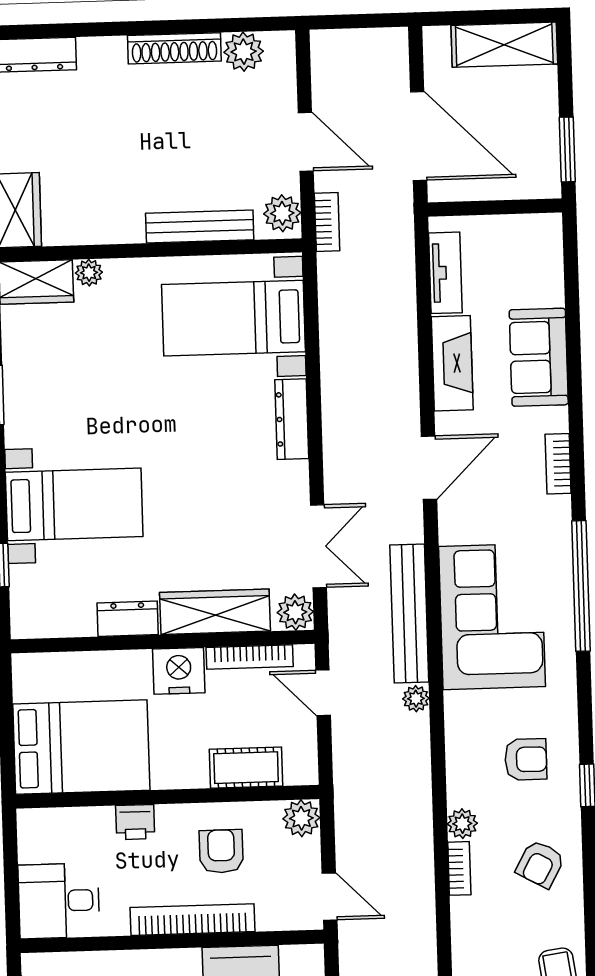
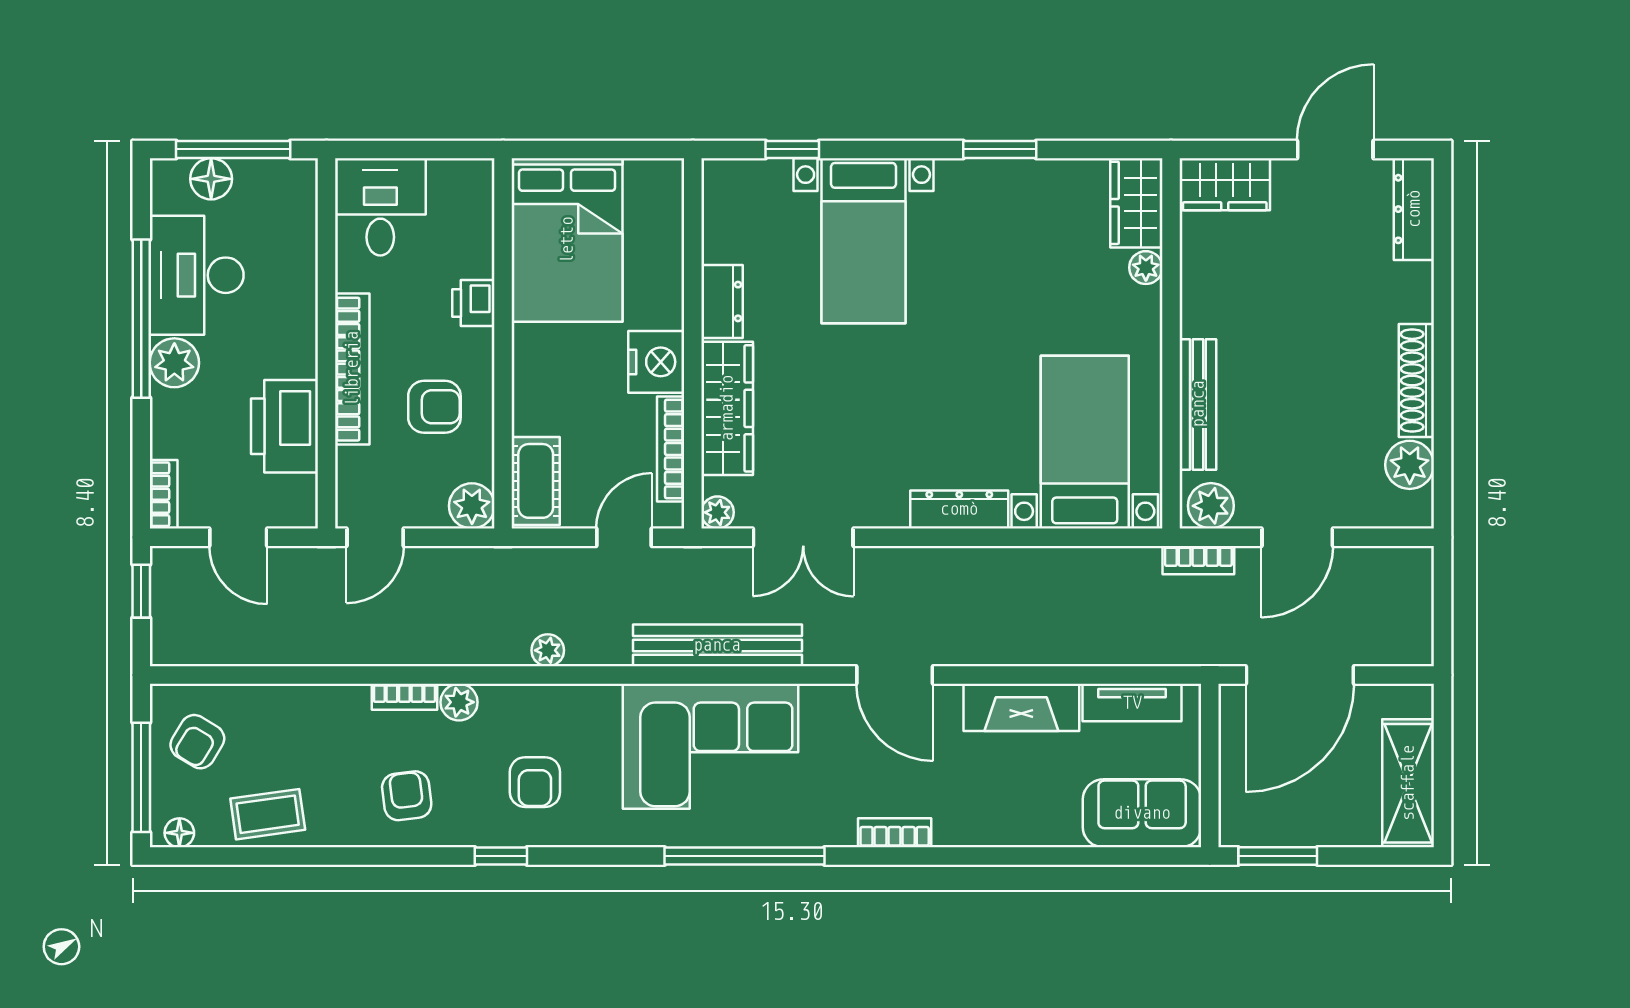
sofa: (539, 357) -> (1142, 813), moved
plant: (295, 612) -> (717, 512), width x0.73, depth x0.73
plant: (416, 699) -> (548, 650), moved
cot: (246, 768) -> (536, 481), moved
armchair: (540, 864) -> (407, 796), turned 54

